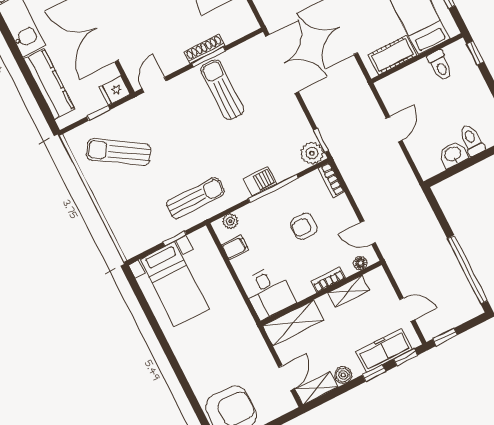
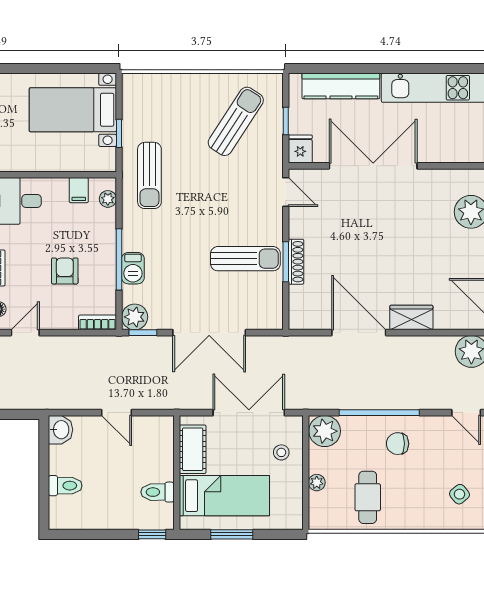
double door: (282, 64) -> (209, 333), moved
washbasin: (453, 154) -> (60, 430), moved
barbecue: (260, 181) -> (133, 268), moved

